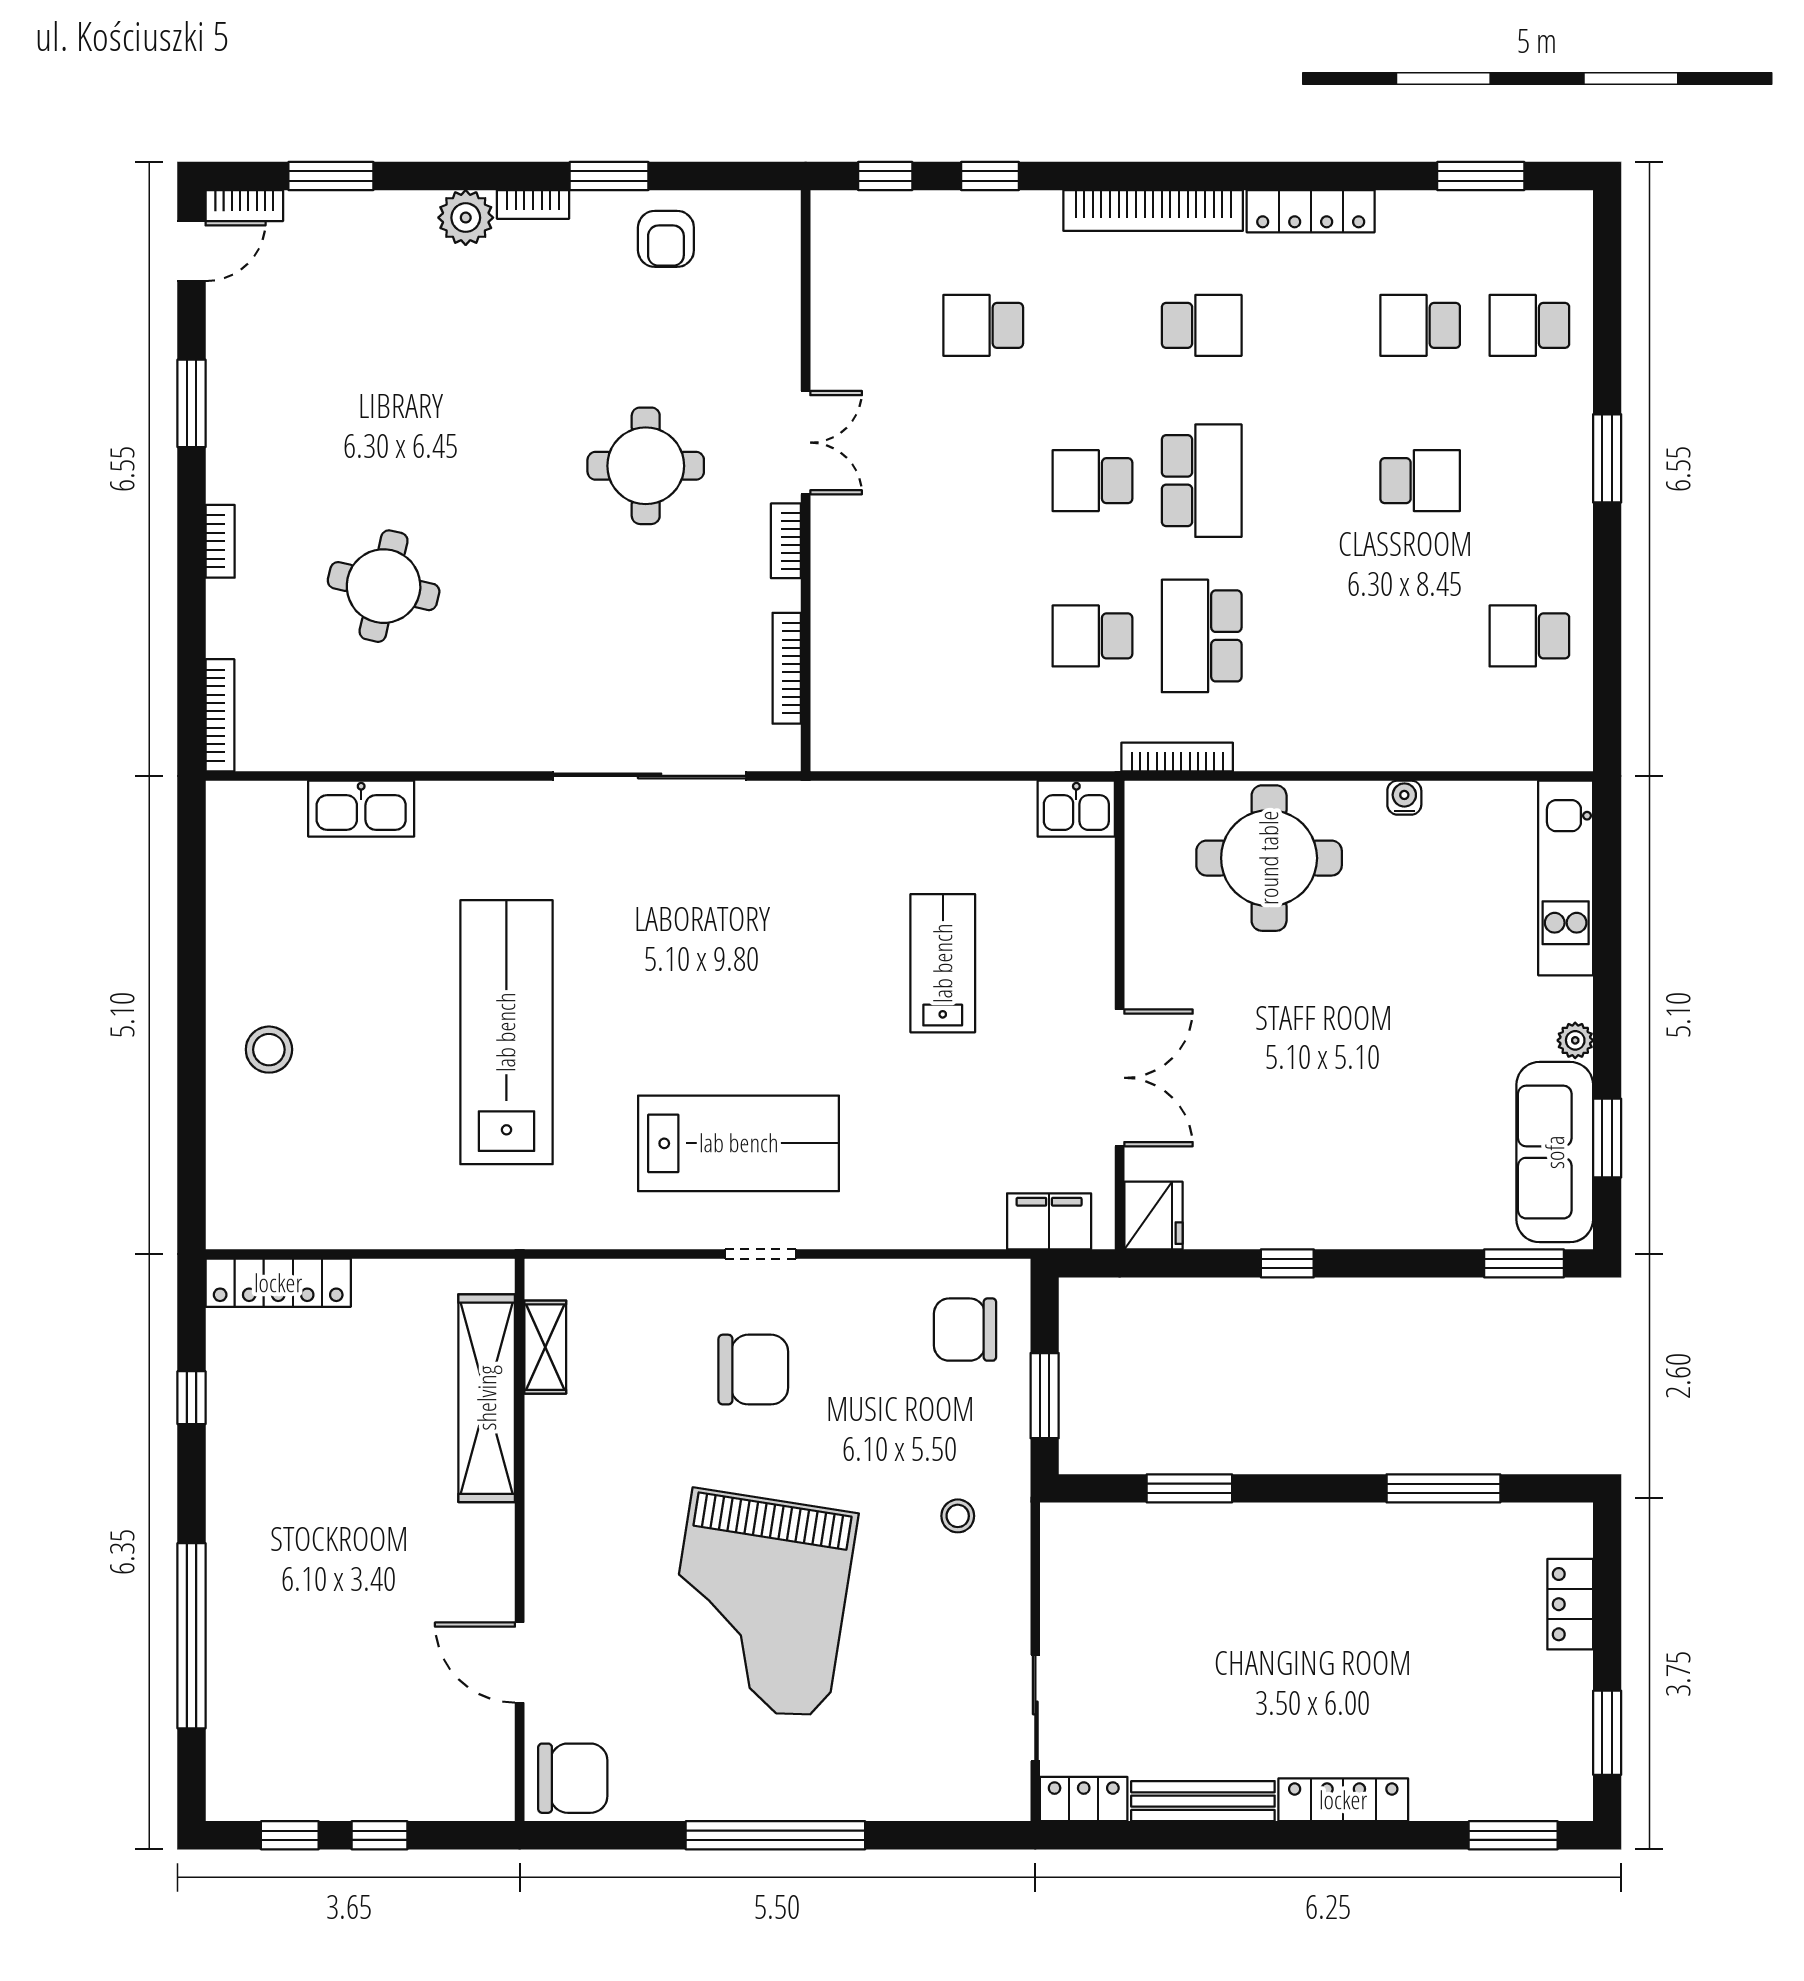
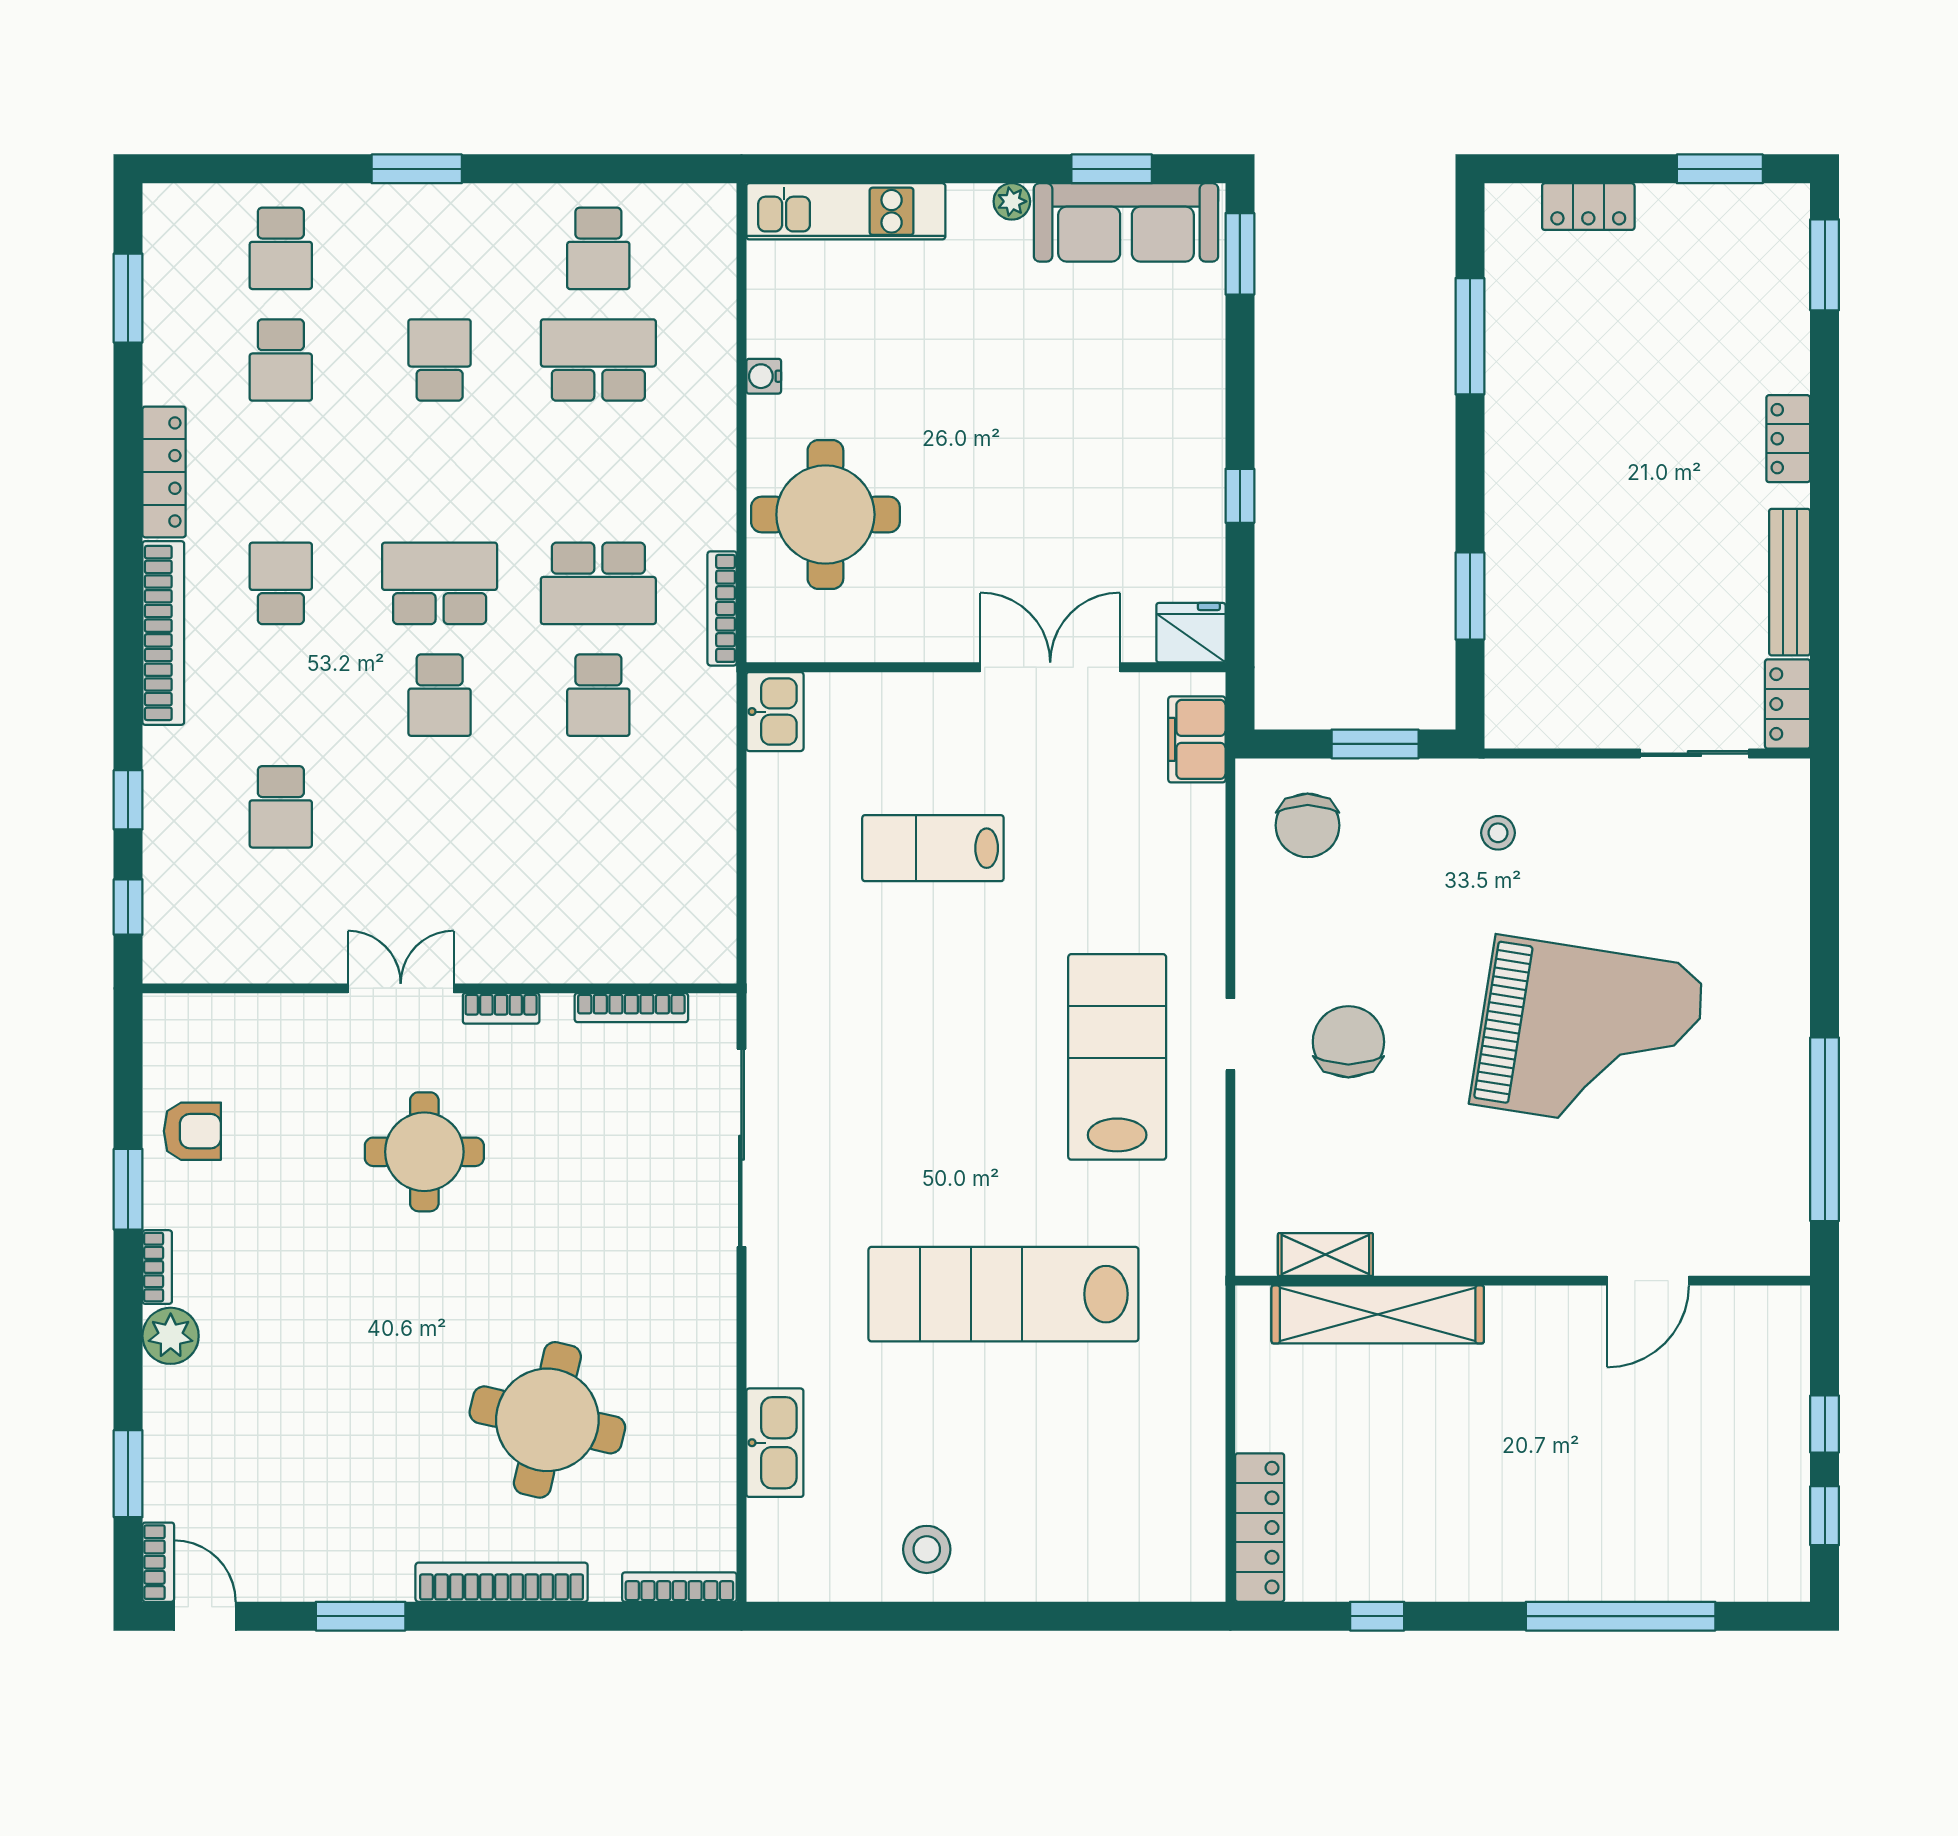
bookcase: (220, 541) -> (502, 1582), width x2.31, depth x1.31
round table: (384, 586) -> (547, 1420), width x1.36, depth x1.36
school desk: (1420, 636) -> (598, 360), added
stool: (269, 1050) -> (927, 1549), moved
chair: (573, 1778) -> (1766, 1226), removed
locker: (1343, 1800) -> (1788, 439), width x0.66
window: (775, 1835) -> (1825, 1129), moved

